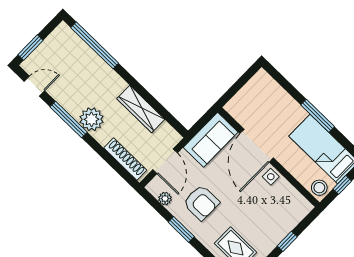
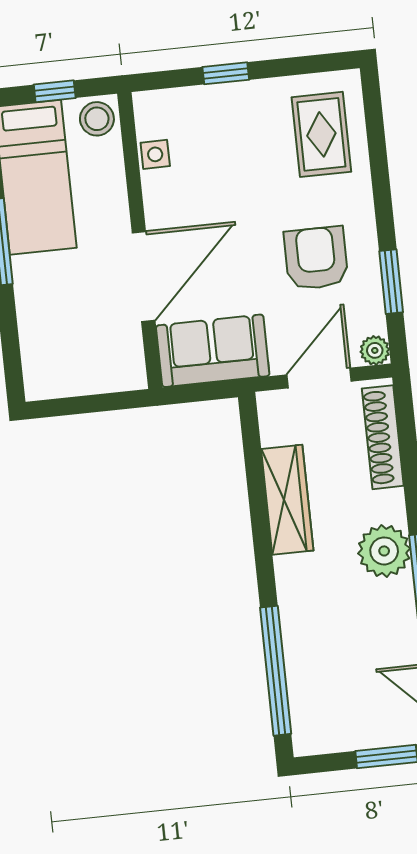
side table: (271, 177) -> (155, 154), moved
plant: (165, 199) -> (375, 350), moved
window: (181, 229) -> (391, 282), moved

